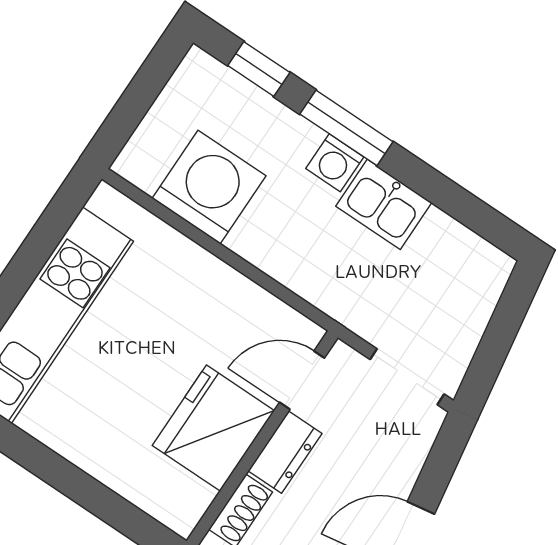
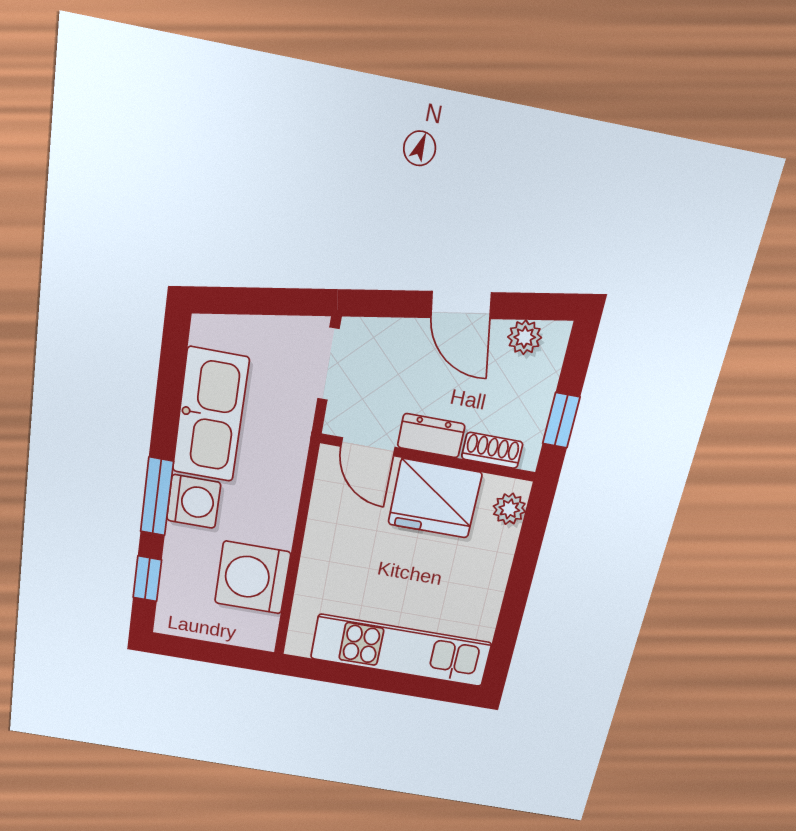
washing machine: (335, 163) -> (194, 501), width x1.38, depth x1.38
kitchen sink: (384, 204) -> (210, 415), width x1.87, depth x1.24
plant: (166, 504) -> (509, 509), added

